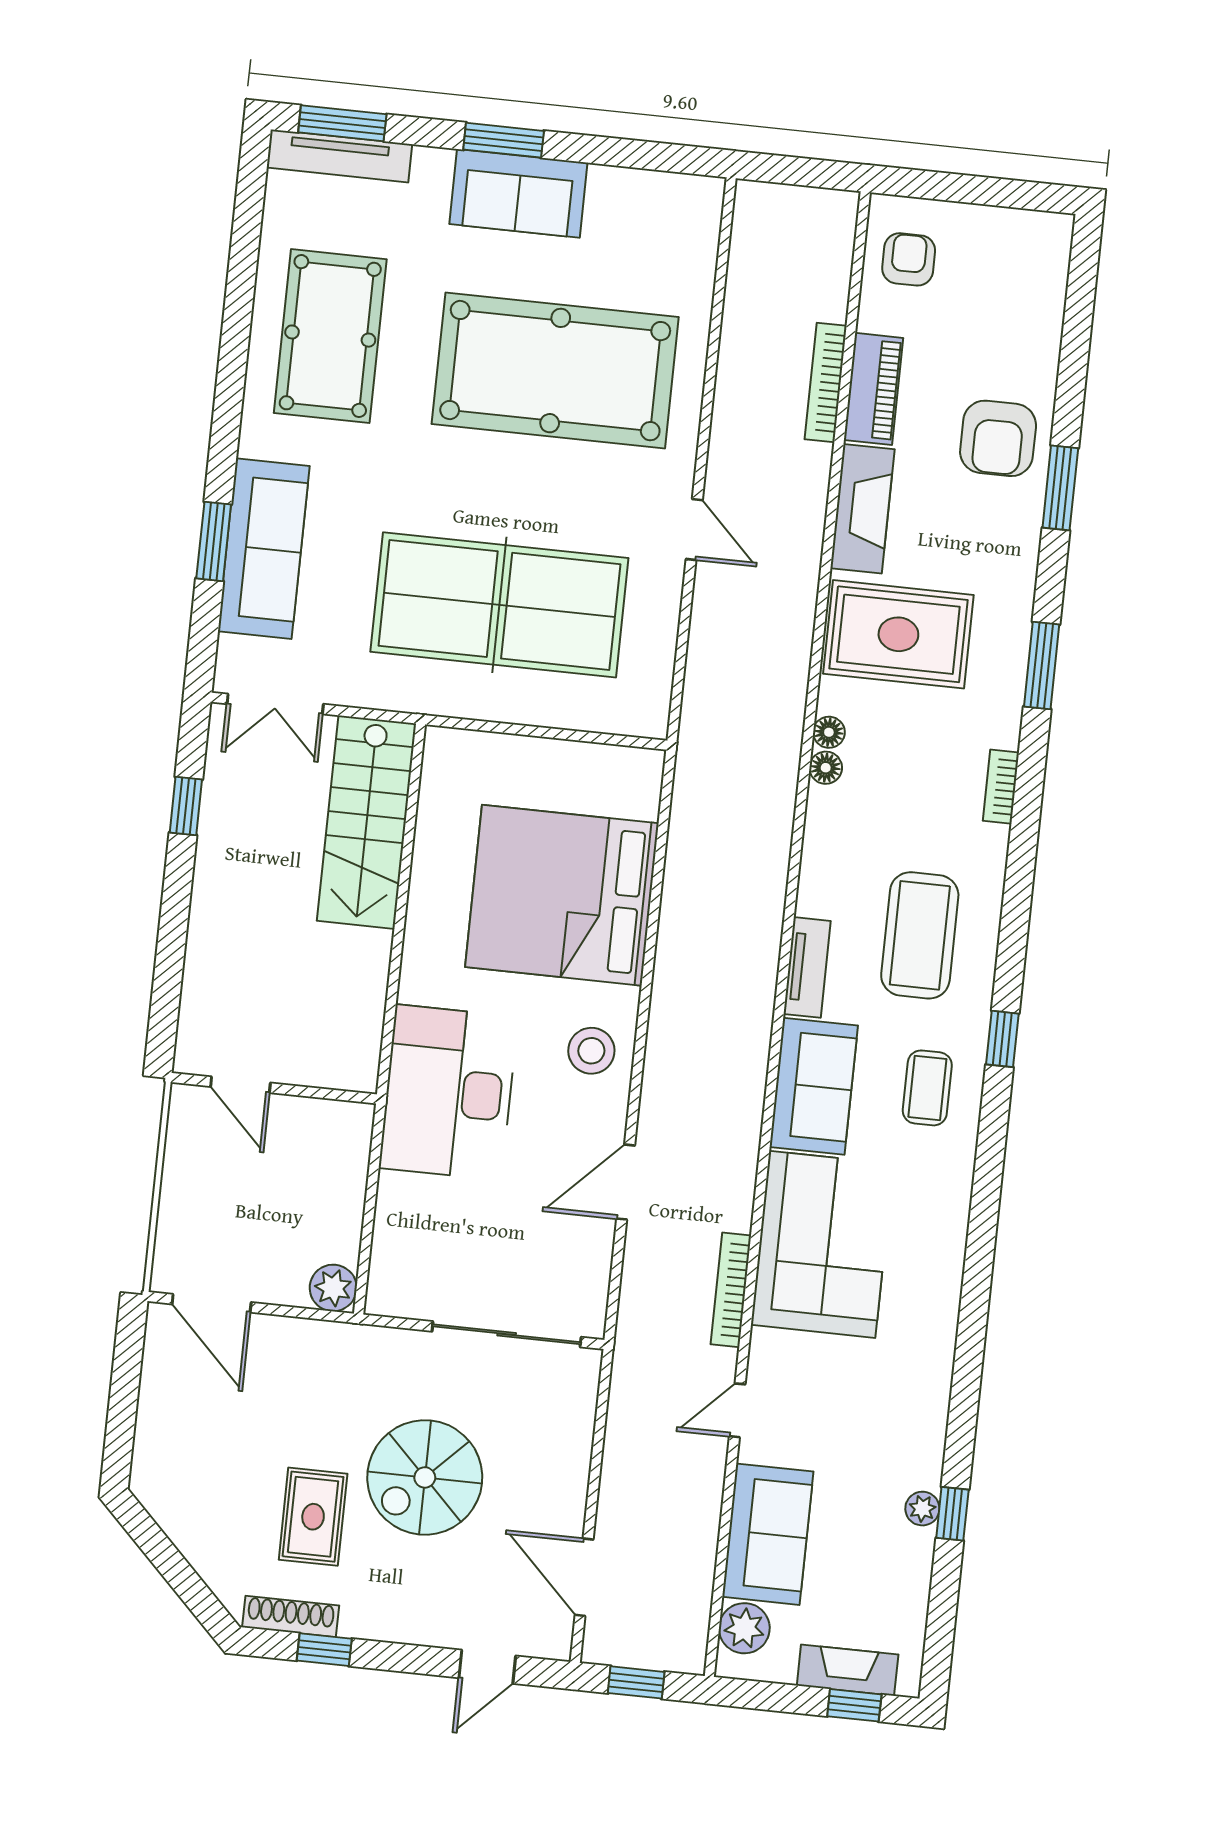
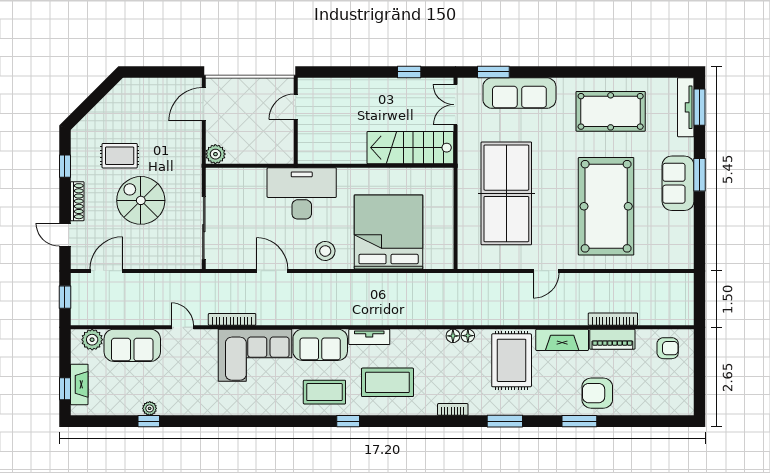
window: (214, 541) -> (493, 72), moved
coffee table: (927, 1088) -> (324, 392), width x1.36, depth x1.30
shoe rack: (291, 1616) -> (77, 201), moved

